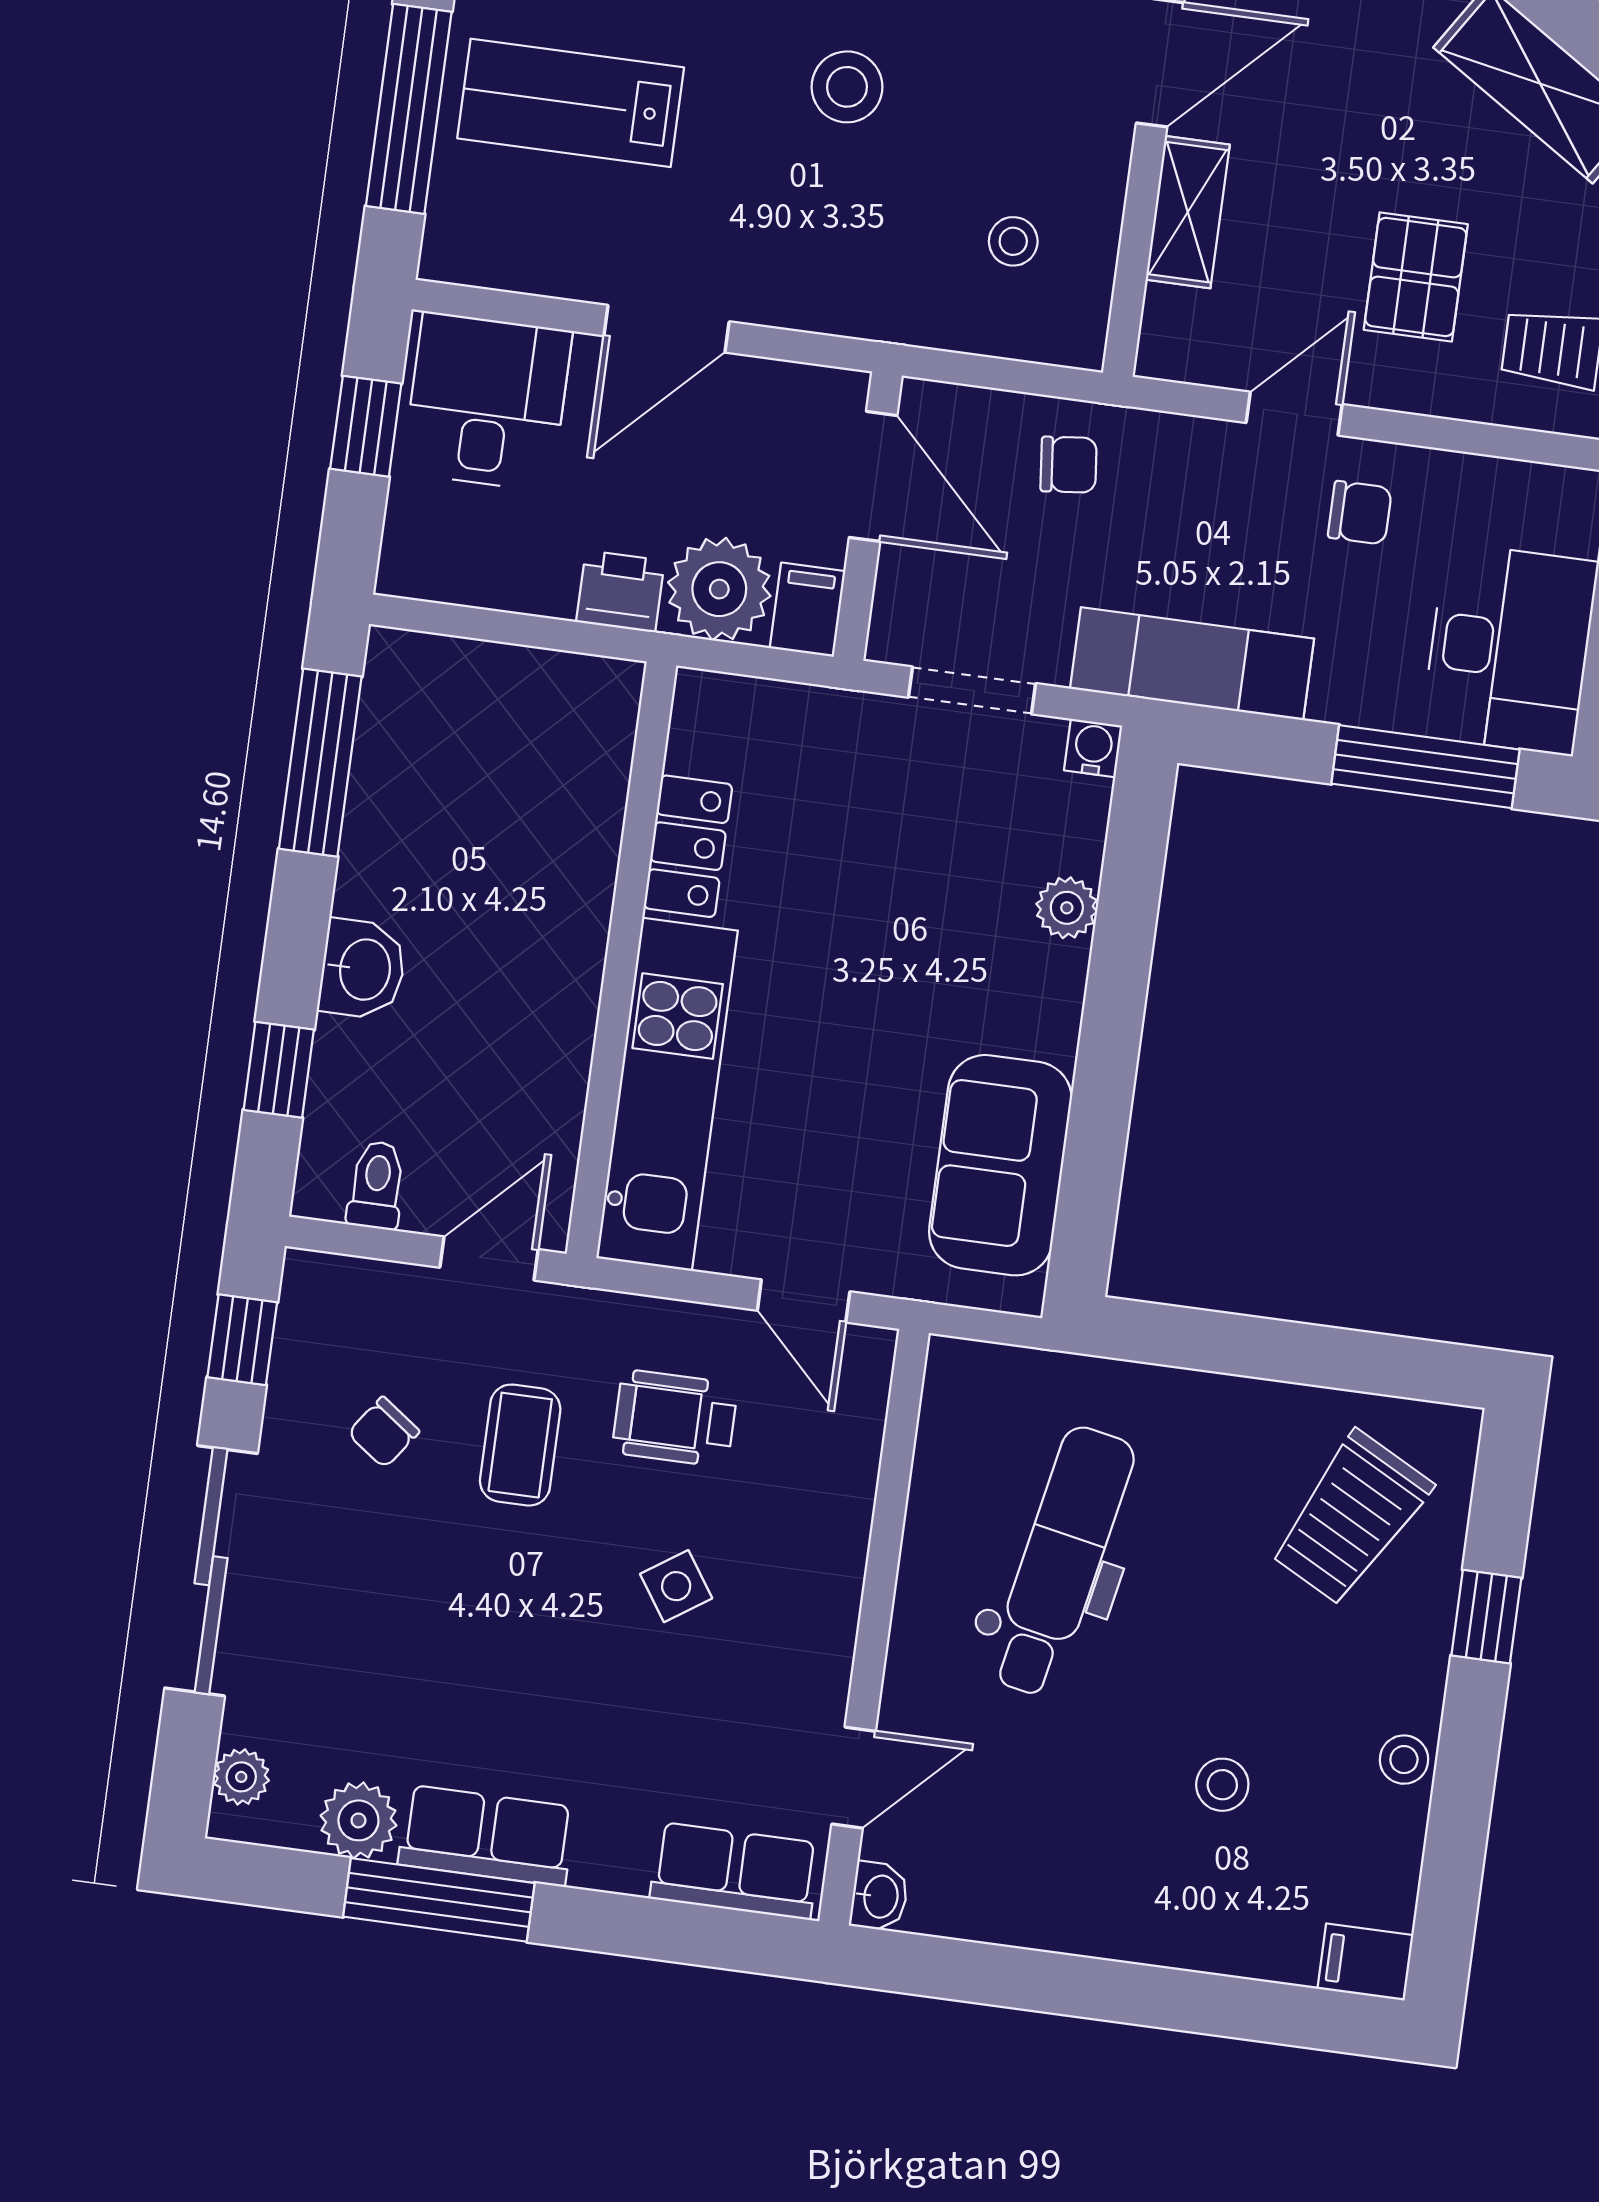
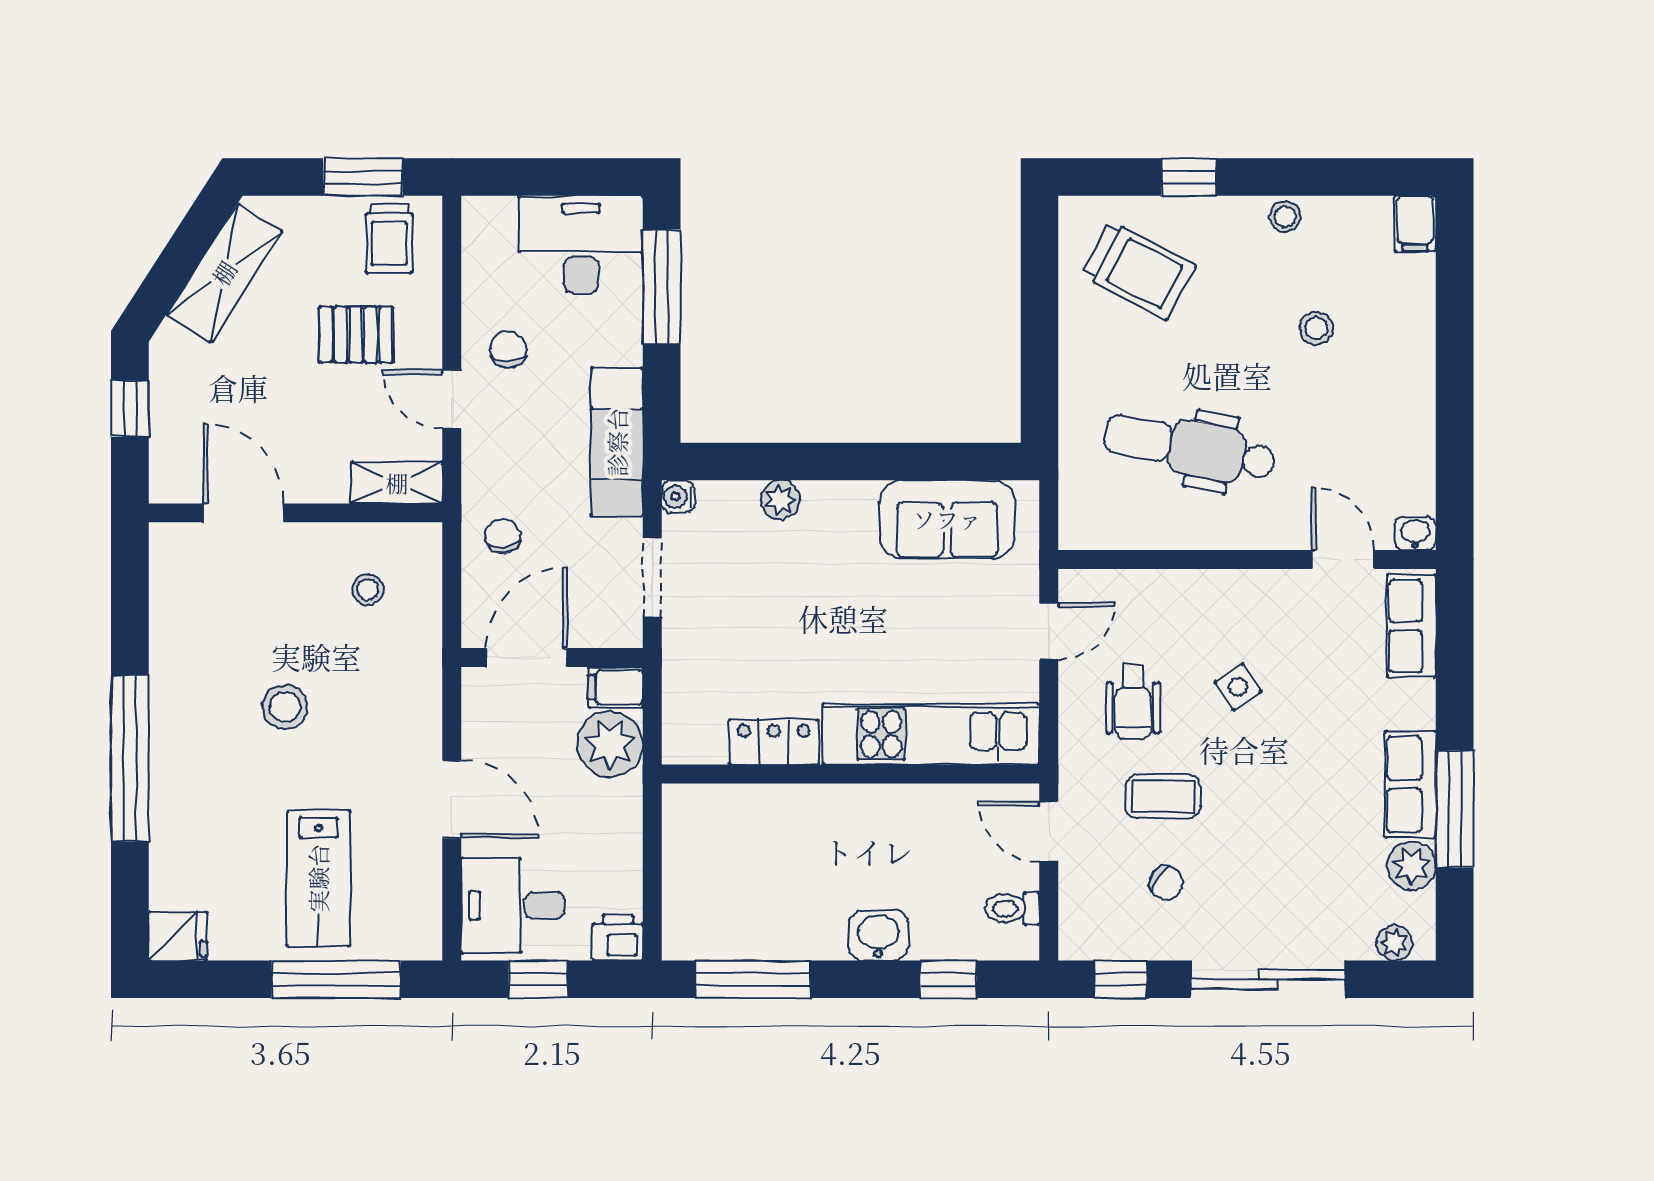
shelving: (1188, 212) -> (397, 483), moved
printer: (620, 591) -> (618, 938), moved, turned 90

